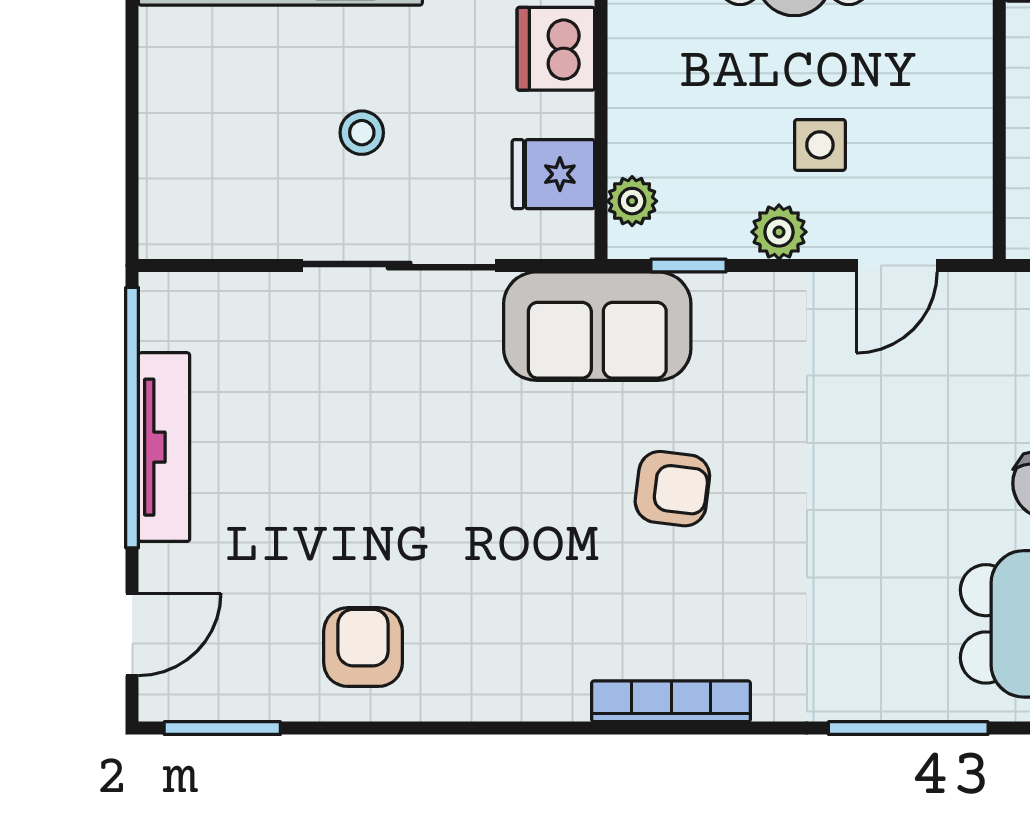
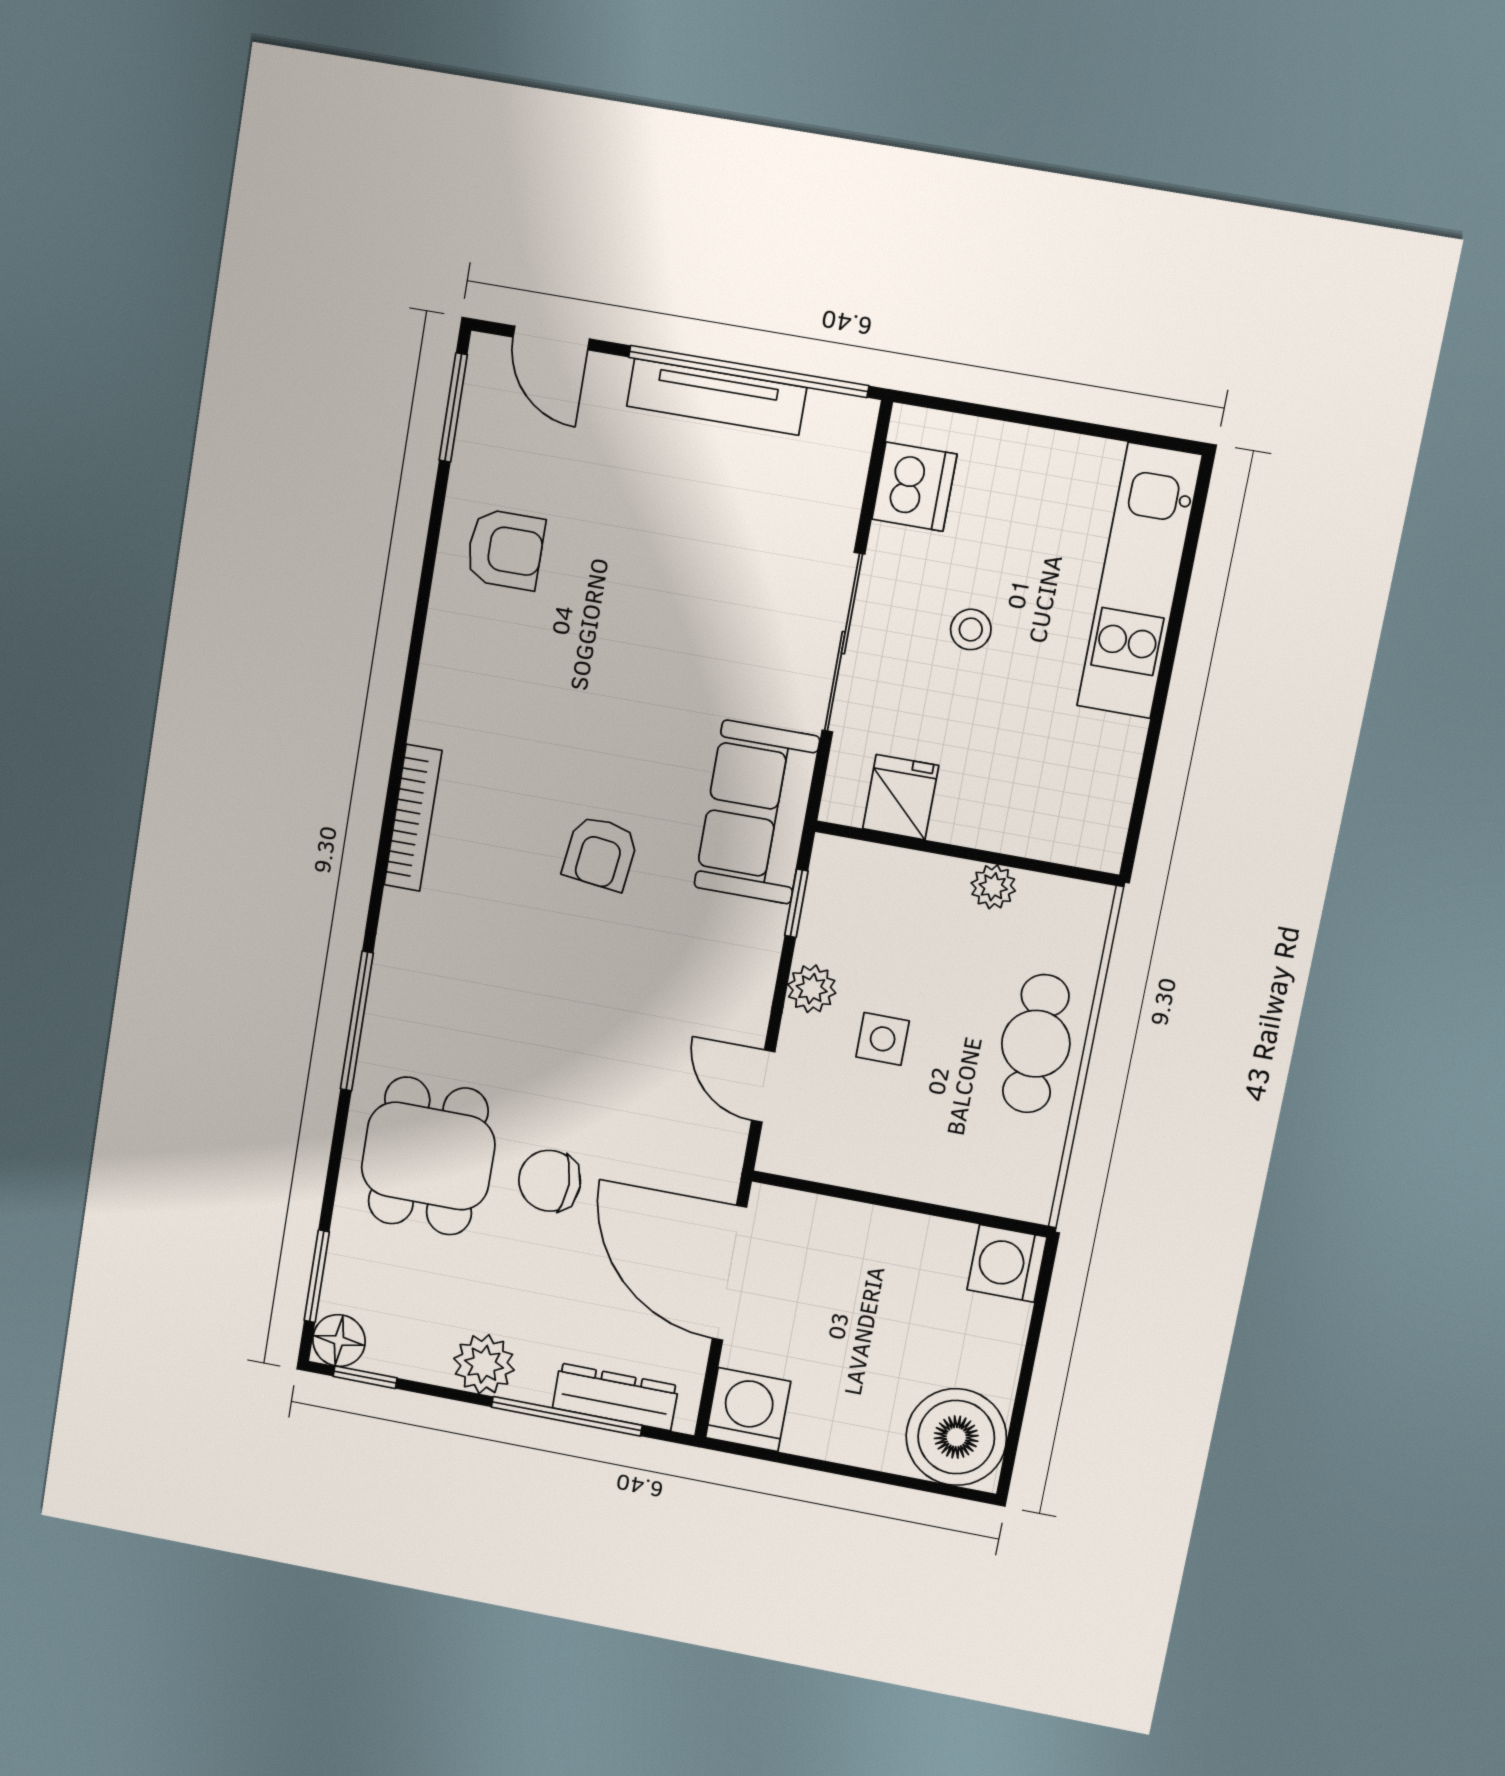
dishwasher: (556, 49) -> (914, 487), moved, turned 90
plant: (632, 201) -> (993, 887), moved

